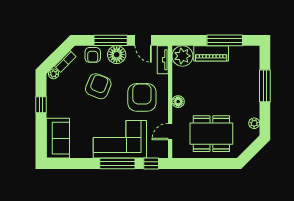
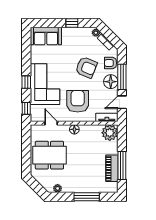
piano: (211, 53) -> (112, 168), moved
armchair: (142, 97) -> (78, 101), turned -90
dining table: (211, 134) -> (49, 155), turned 90
window: (117, 164) -> (26, 82), width x0.46

